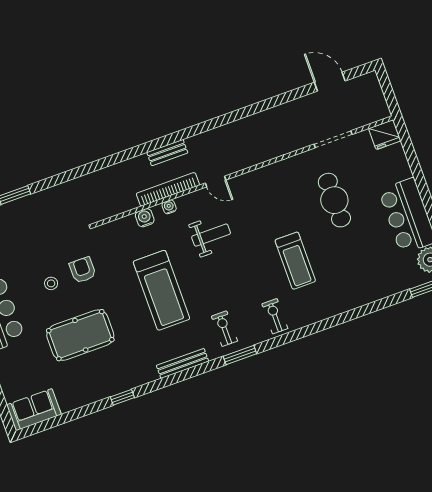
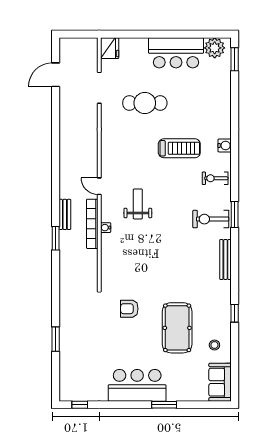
window: (135, 152) -> (56, 238), added
door: (216, 182) -> (99, 186), swing flipped
water cooler: (145, 218) -> (225, 145), moved, turned 180
stool: (51, 283) -> (214, 345), moved
treadmill: (161, 290) -> (166, 256), removed
exercise bike: (224, 329) -> (211, 219), width x1.38, depth x1.39

